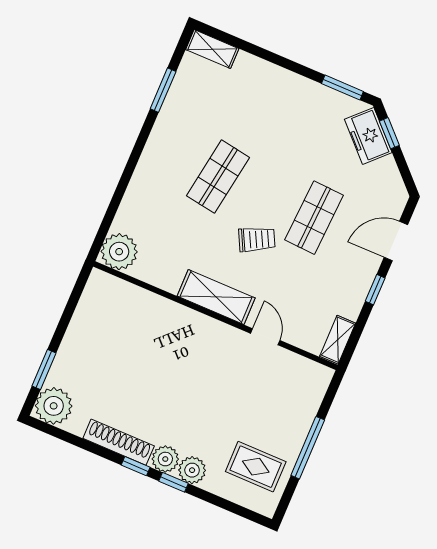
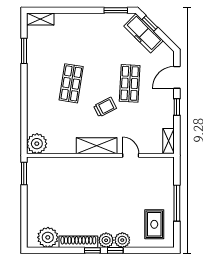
freezer: (368, 136) -> (143, 33), width x1.40
window: (44, 369) -> (24, 174), moved
plant: (54, 406) -> (48, 237), moved
rug: (256, 467) -> (154, 224), turned 90

